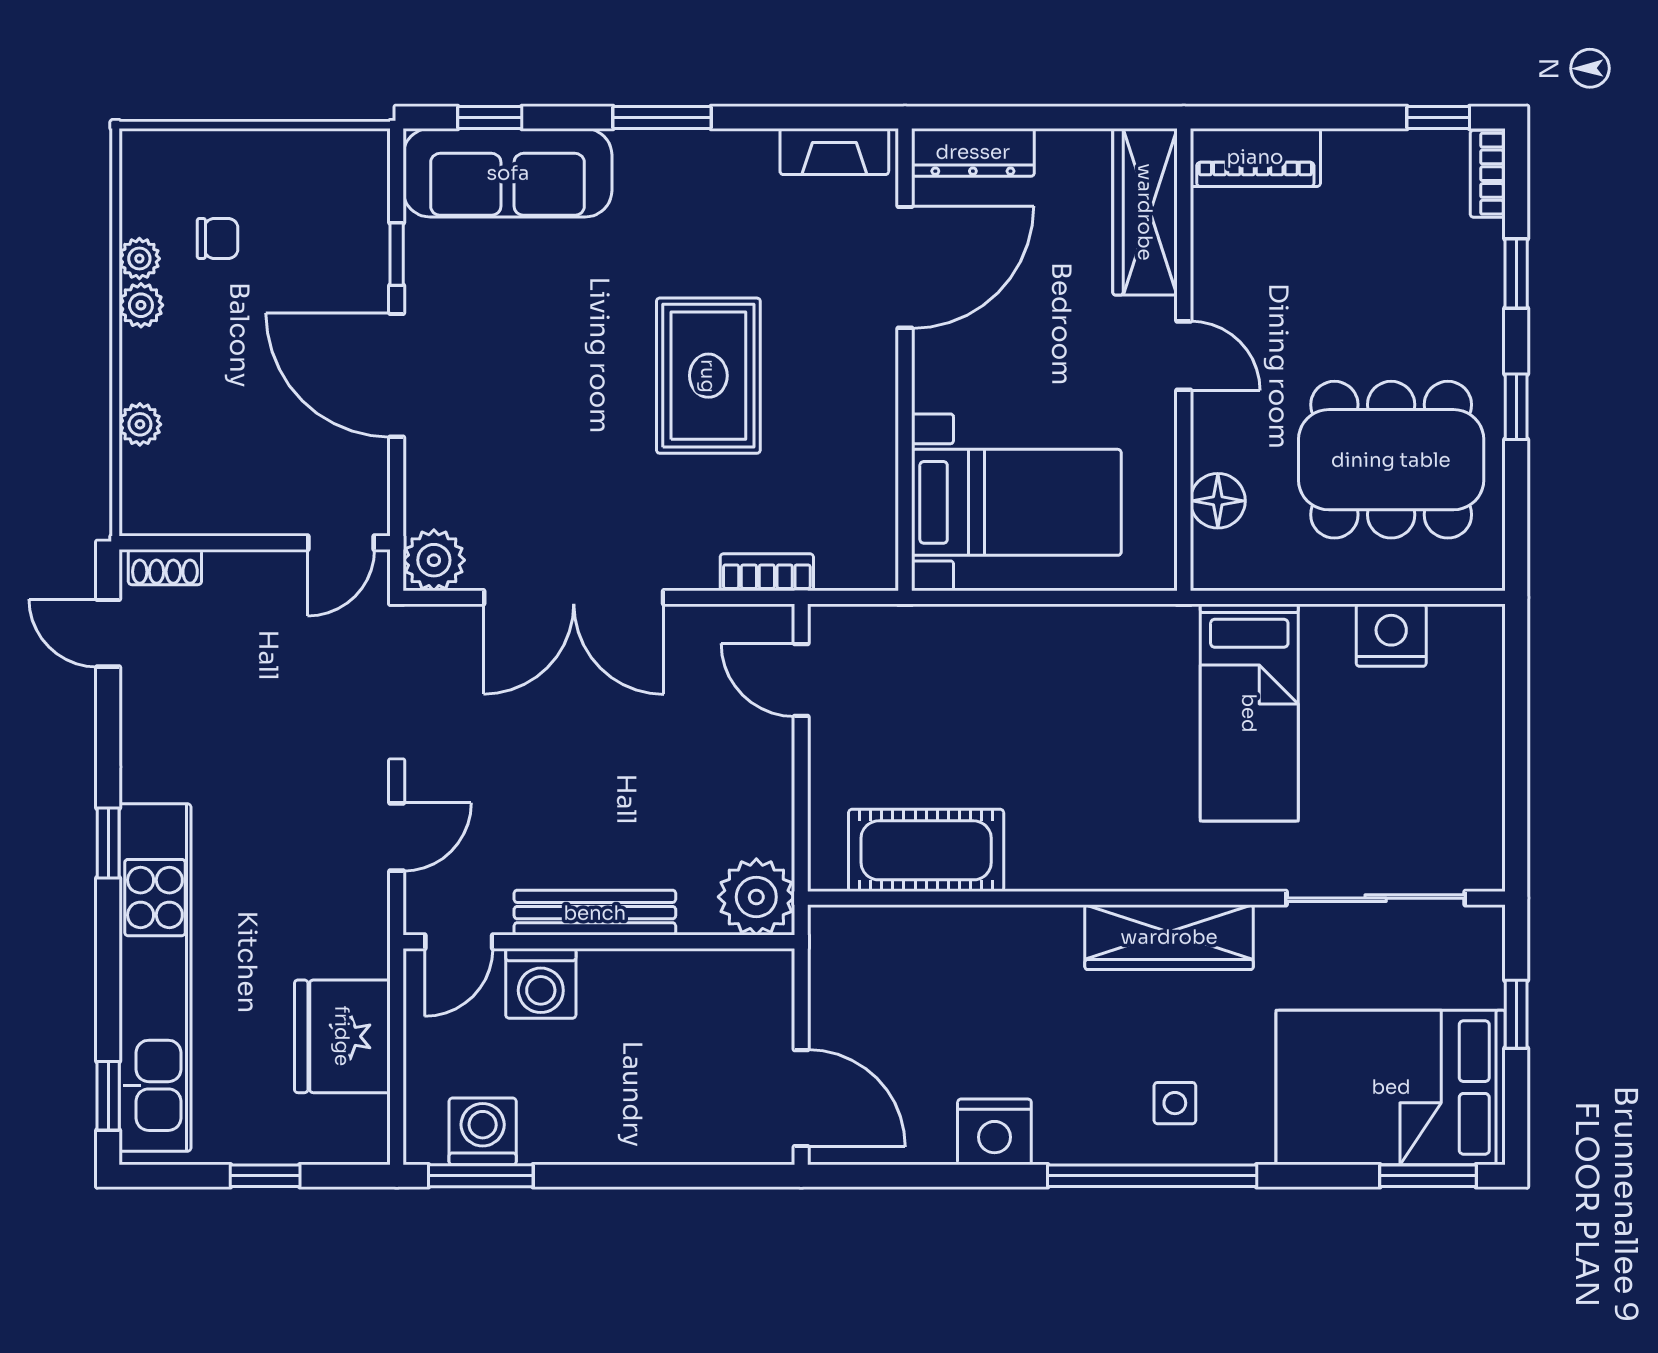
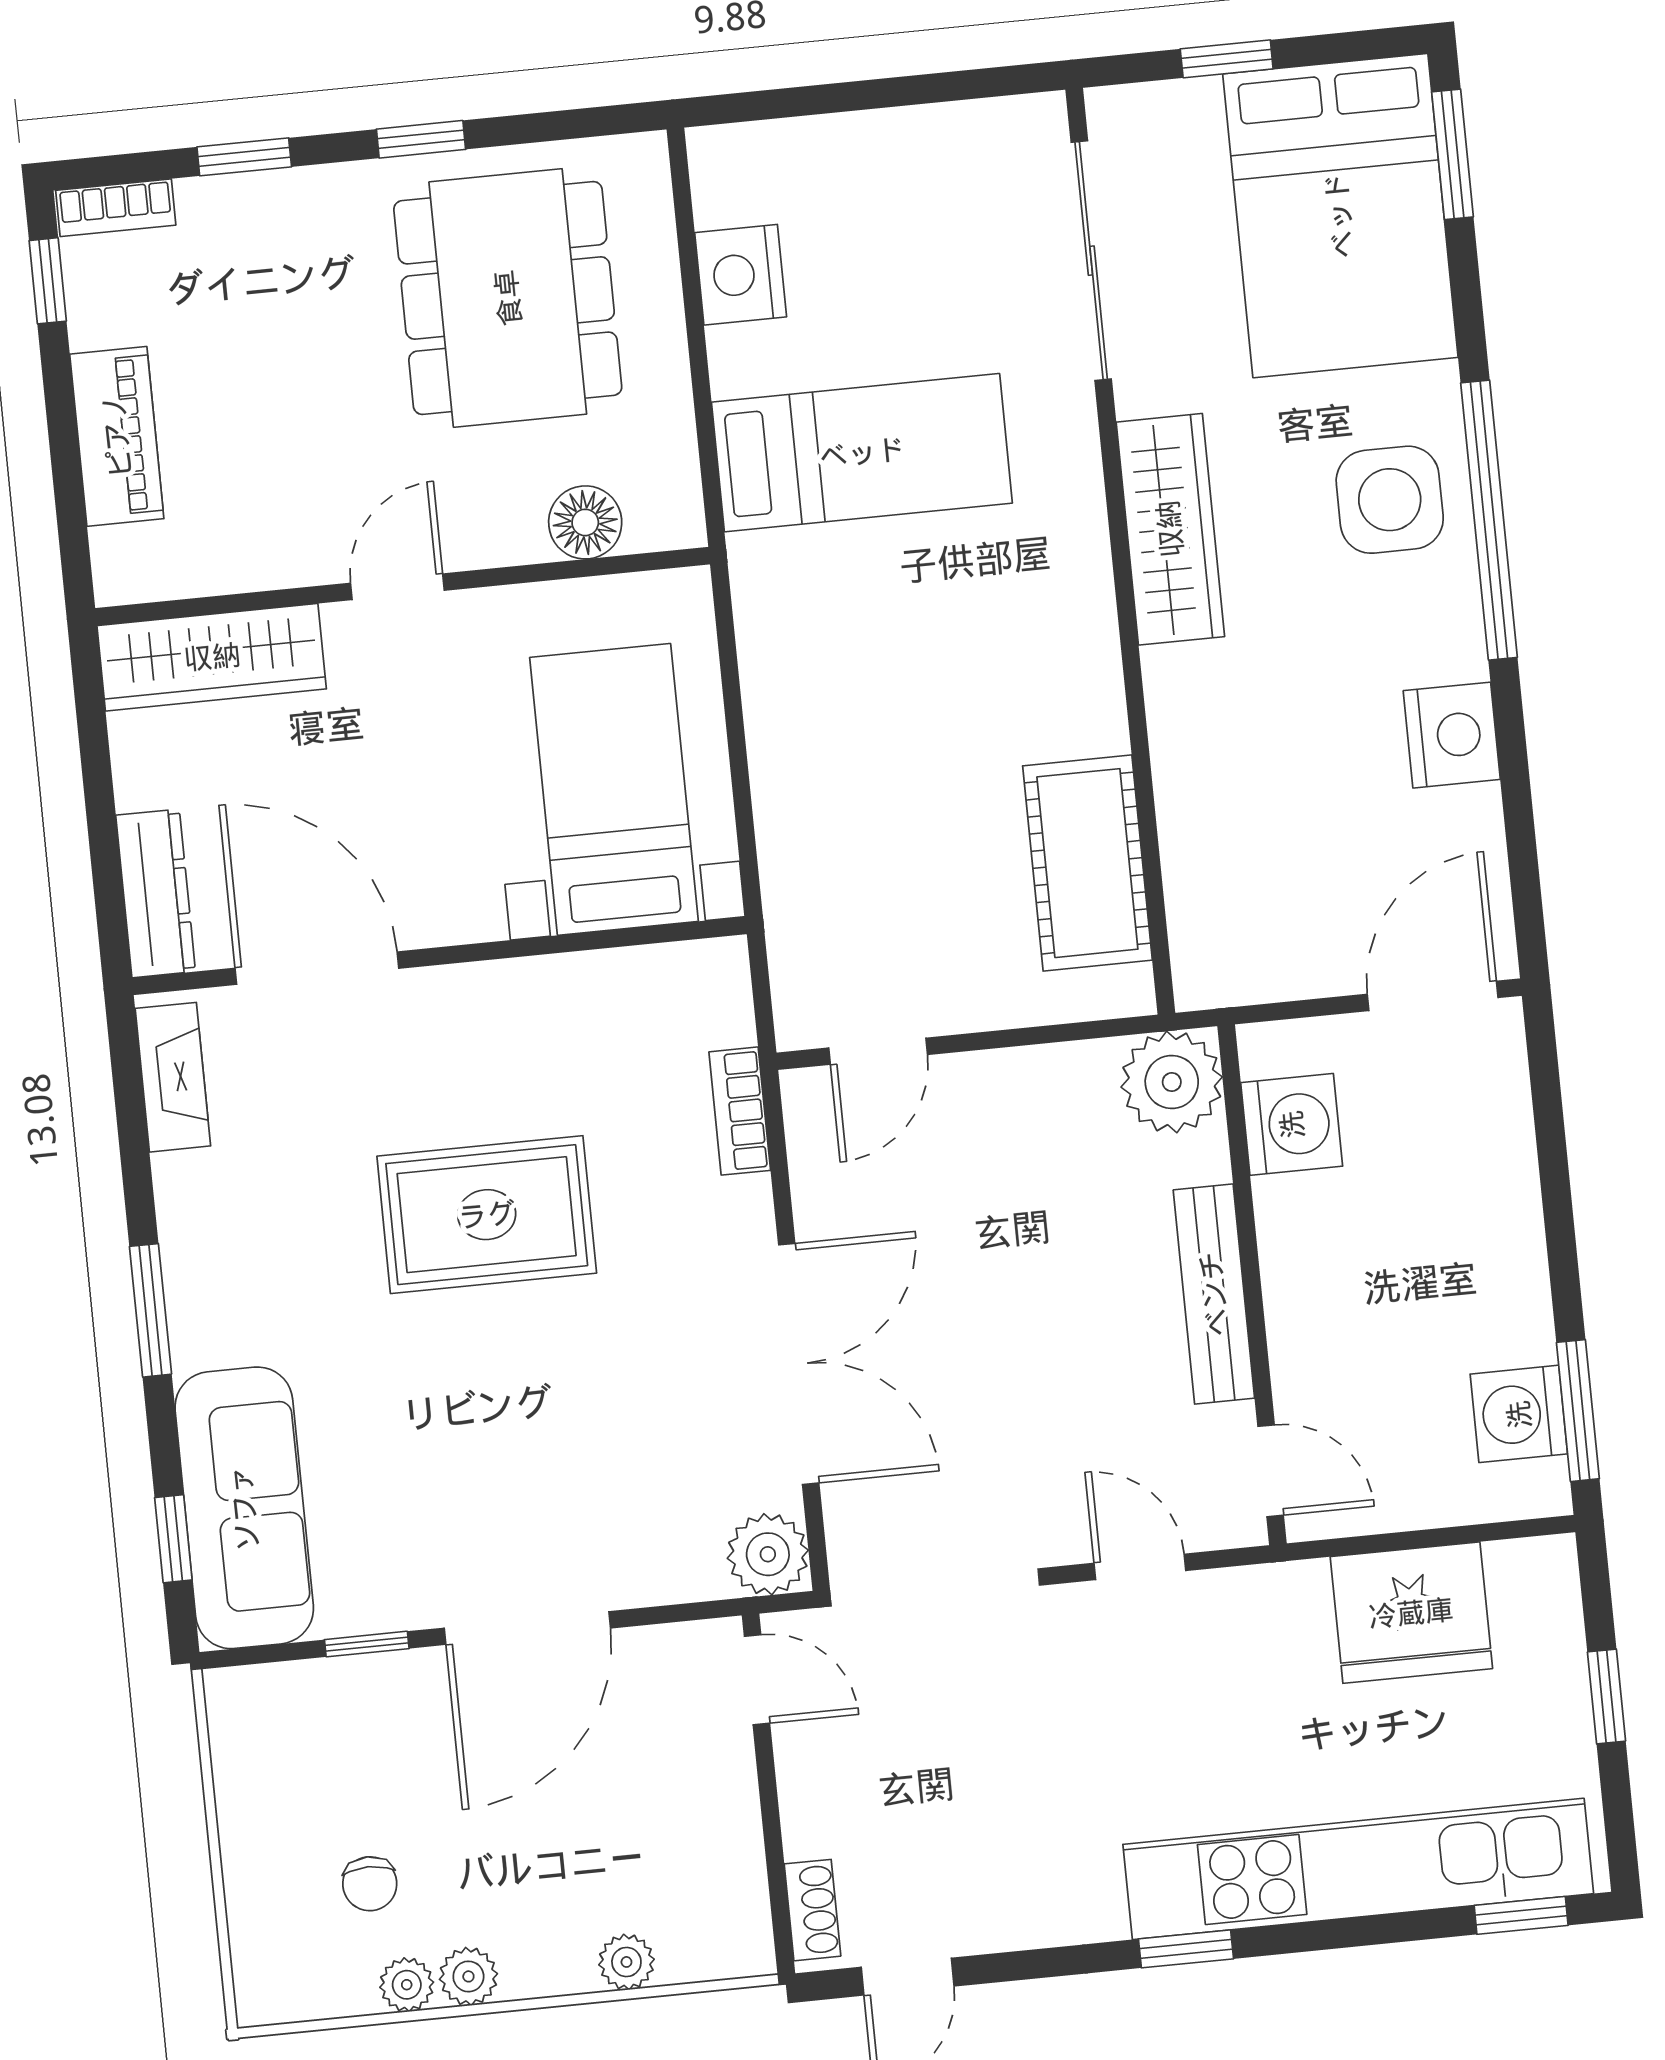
piano: (1255, 157) -> (117, 436), moved
chair: (218, 238) -> (370, 1884), turned 180
washing machine: (541, 983) -> (1292, 1124), moved
side table: (1175, 1103) -> (1390, 500), width x1.87, depth x1.87

